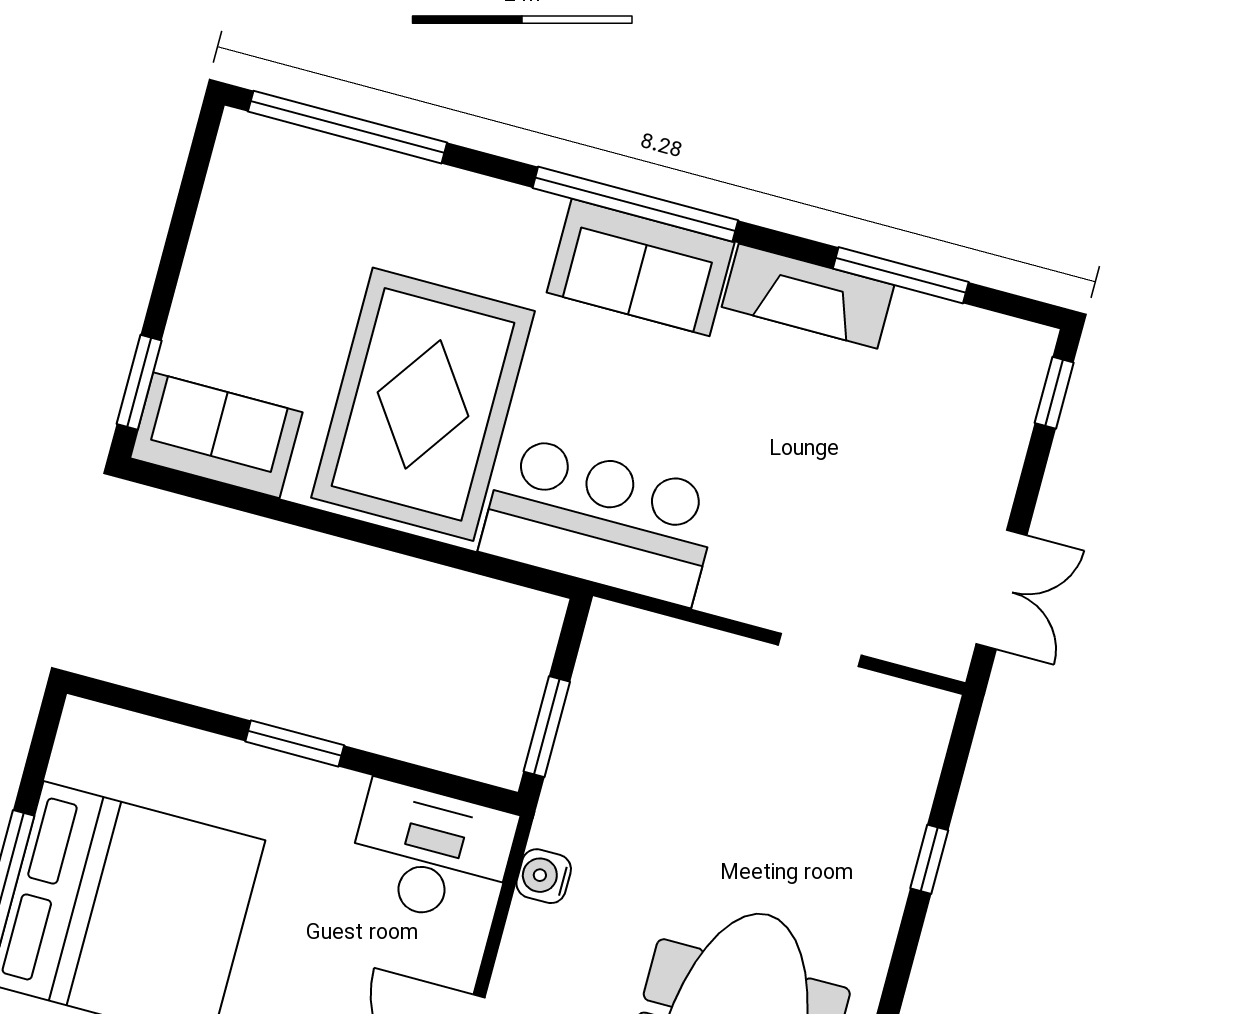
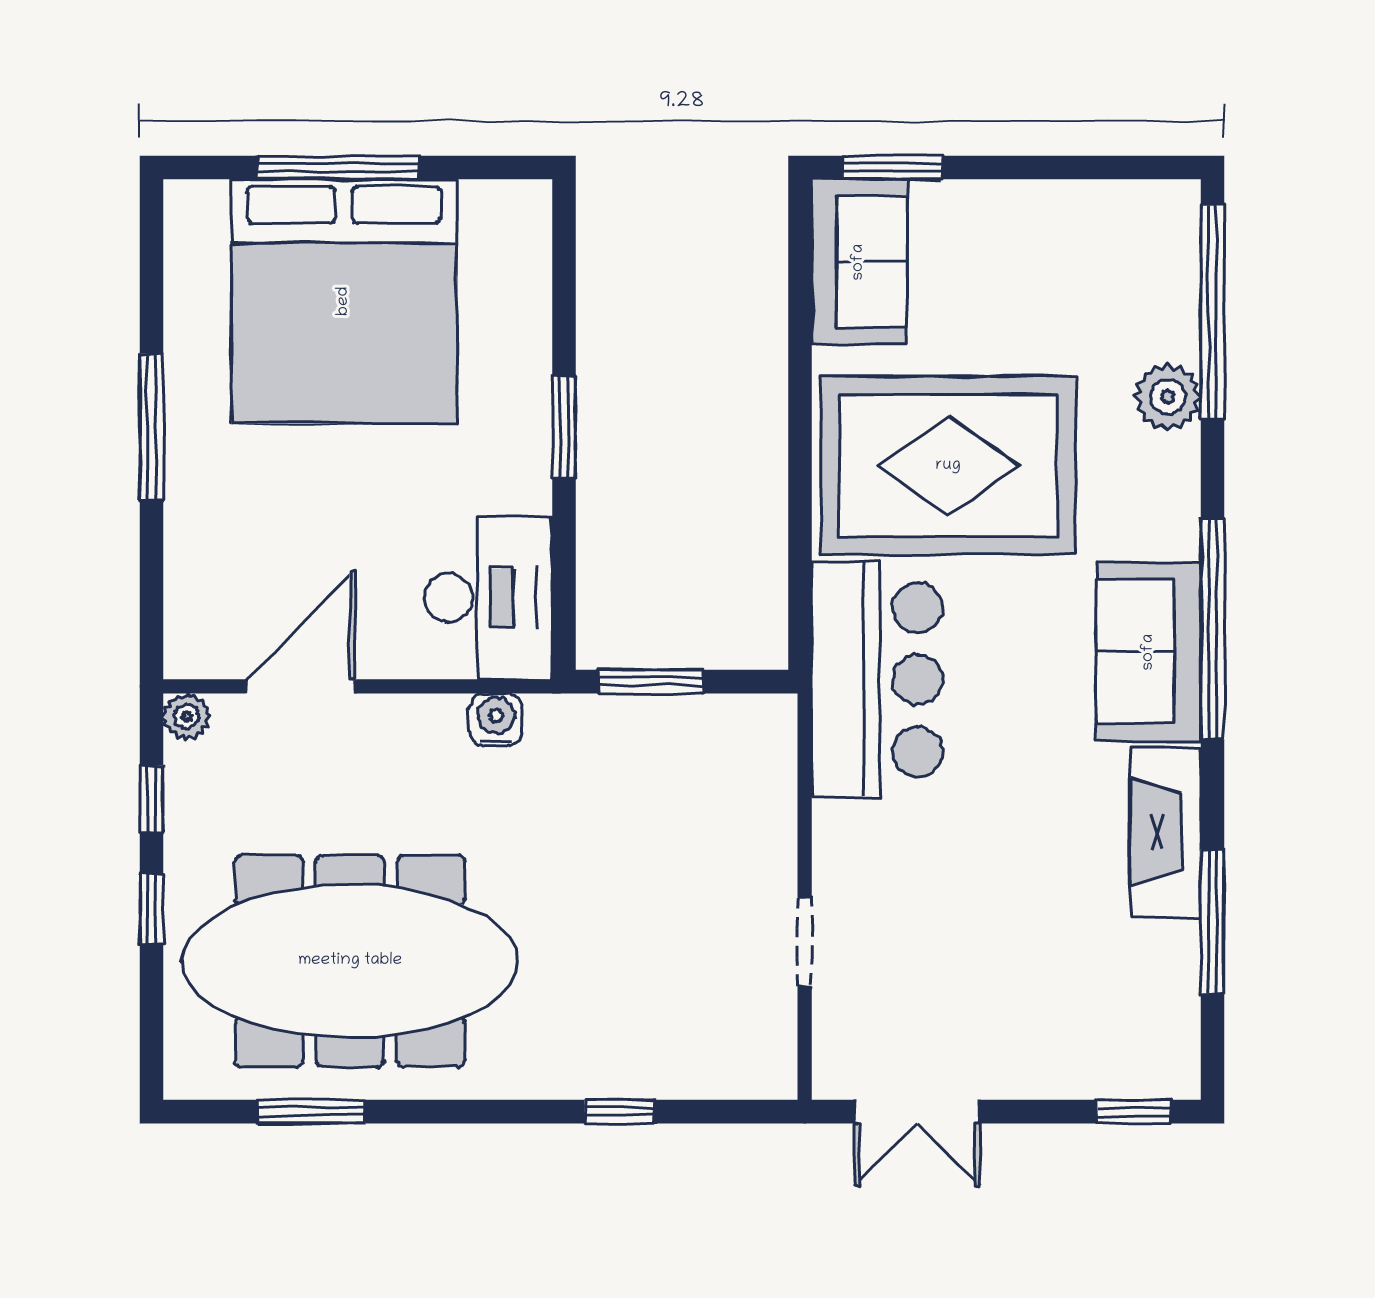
plant: (414, 188) -> (1168, 397), added

